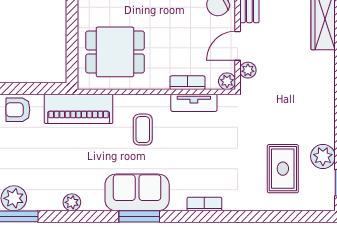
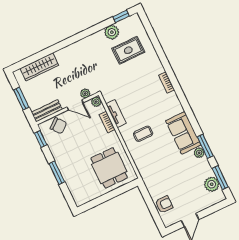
piano: (79, 109) -> (148, 173), removed
armchair: (18, 110) -> (164, 204), turned -90
sofa: (137, 192) -> (183, 133), moved
window: (139, 216) -> (205, 146), moved

